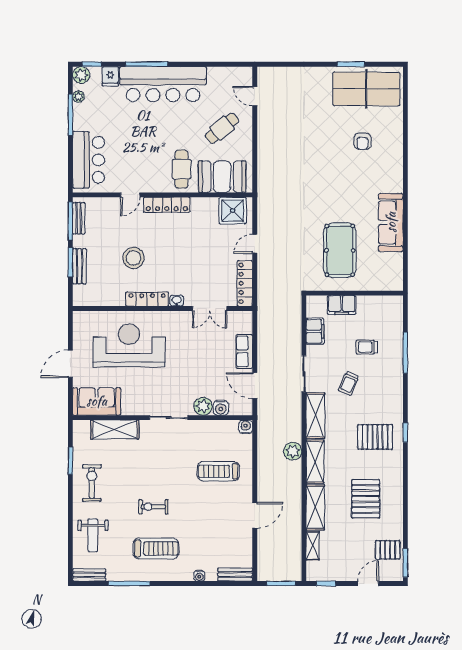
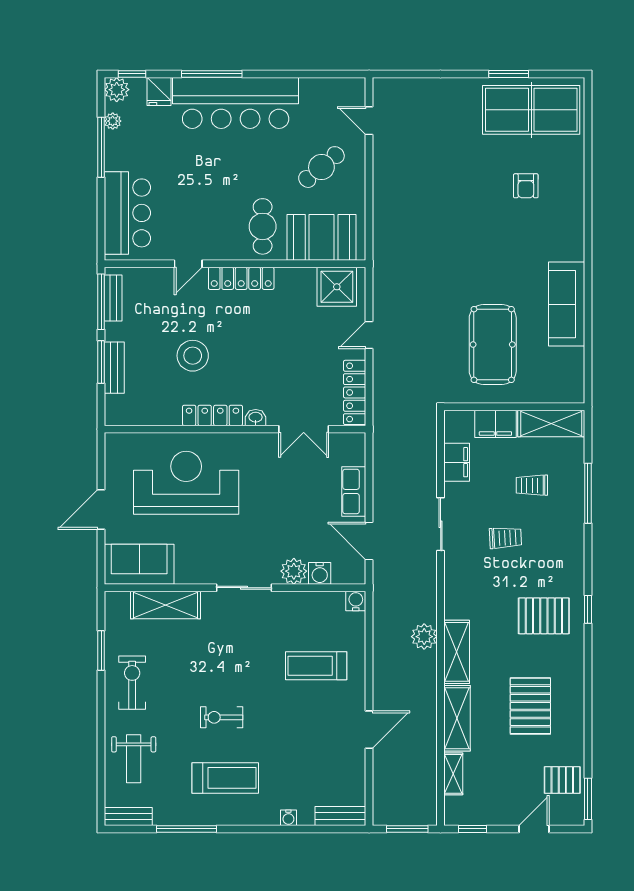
trolley: (349, 383) -> (505, 538), turned -117
shelving: (315, 416) -> (551, 423), moved, turned 90

